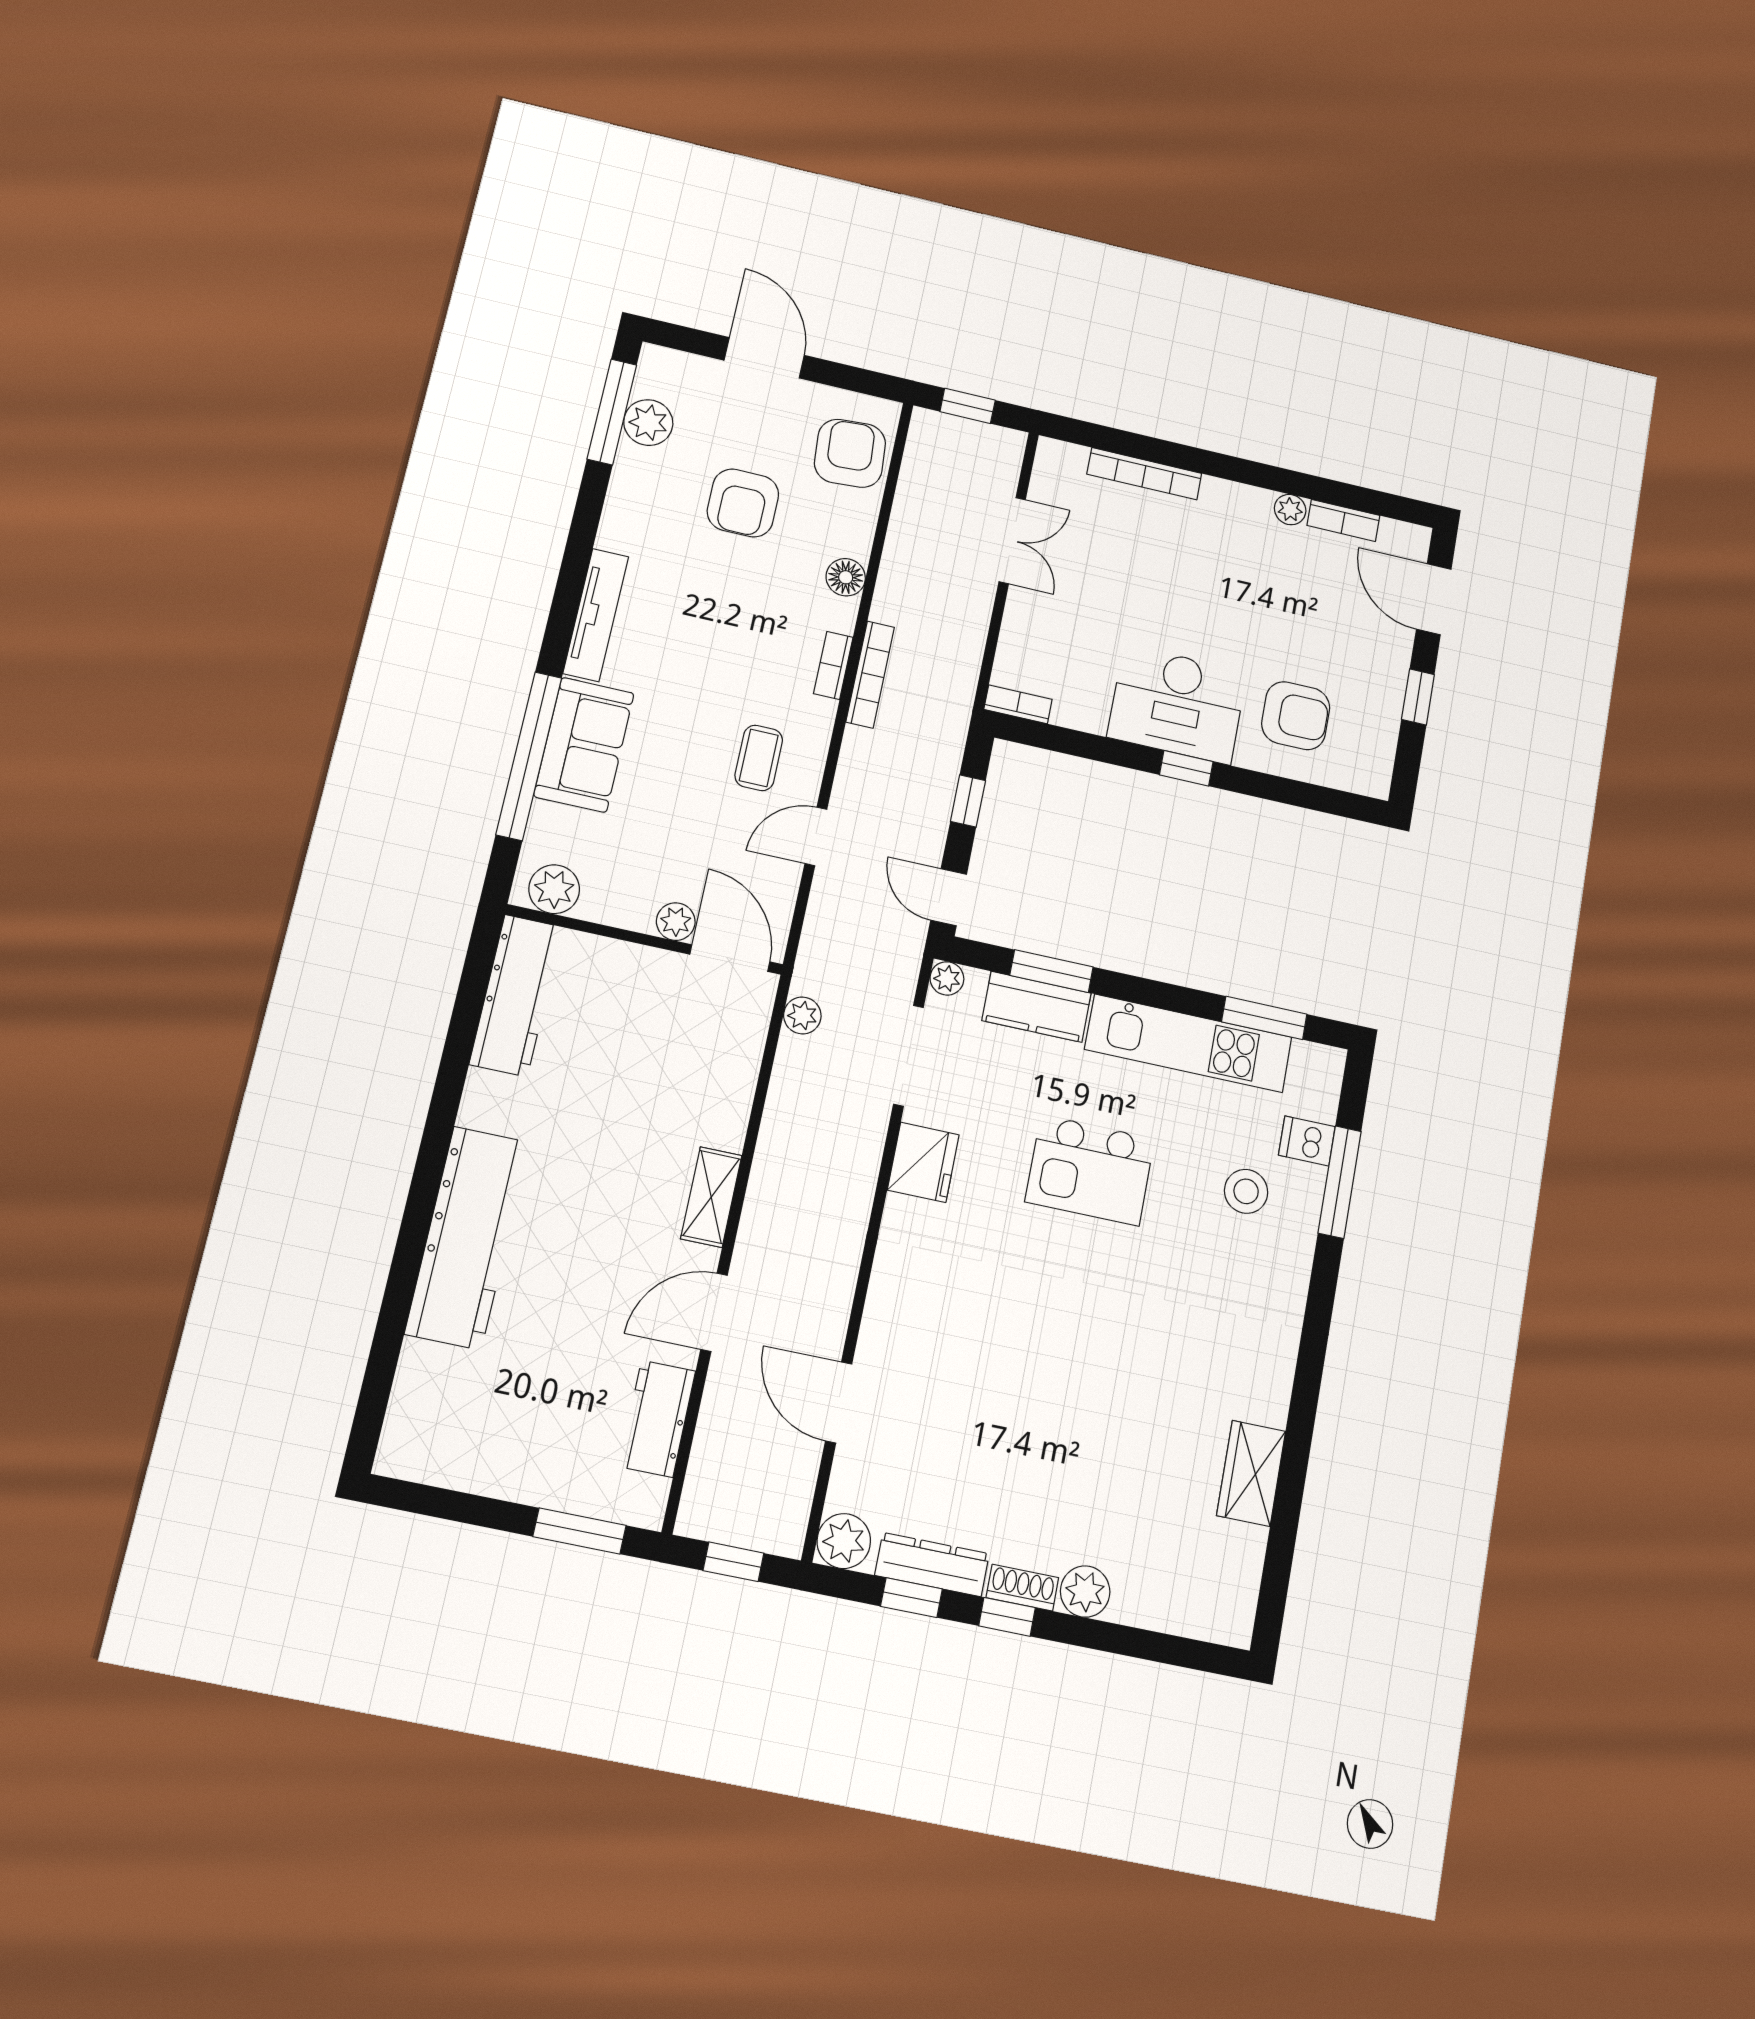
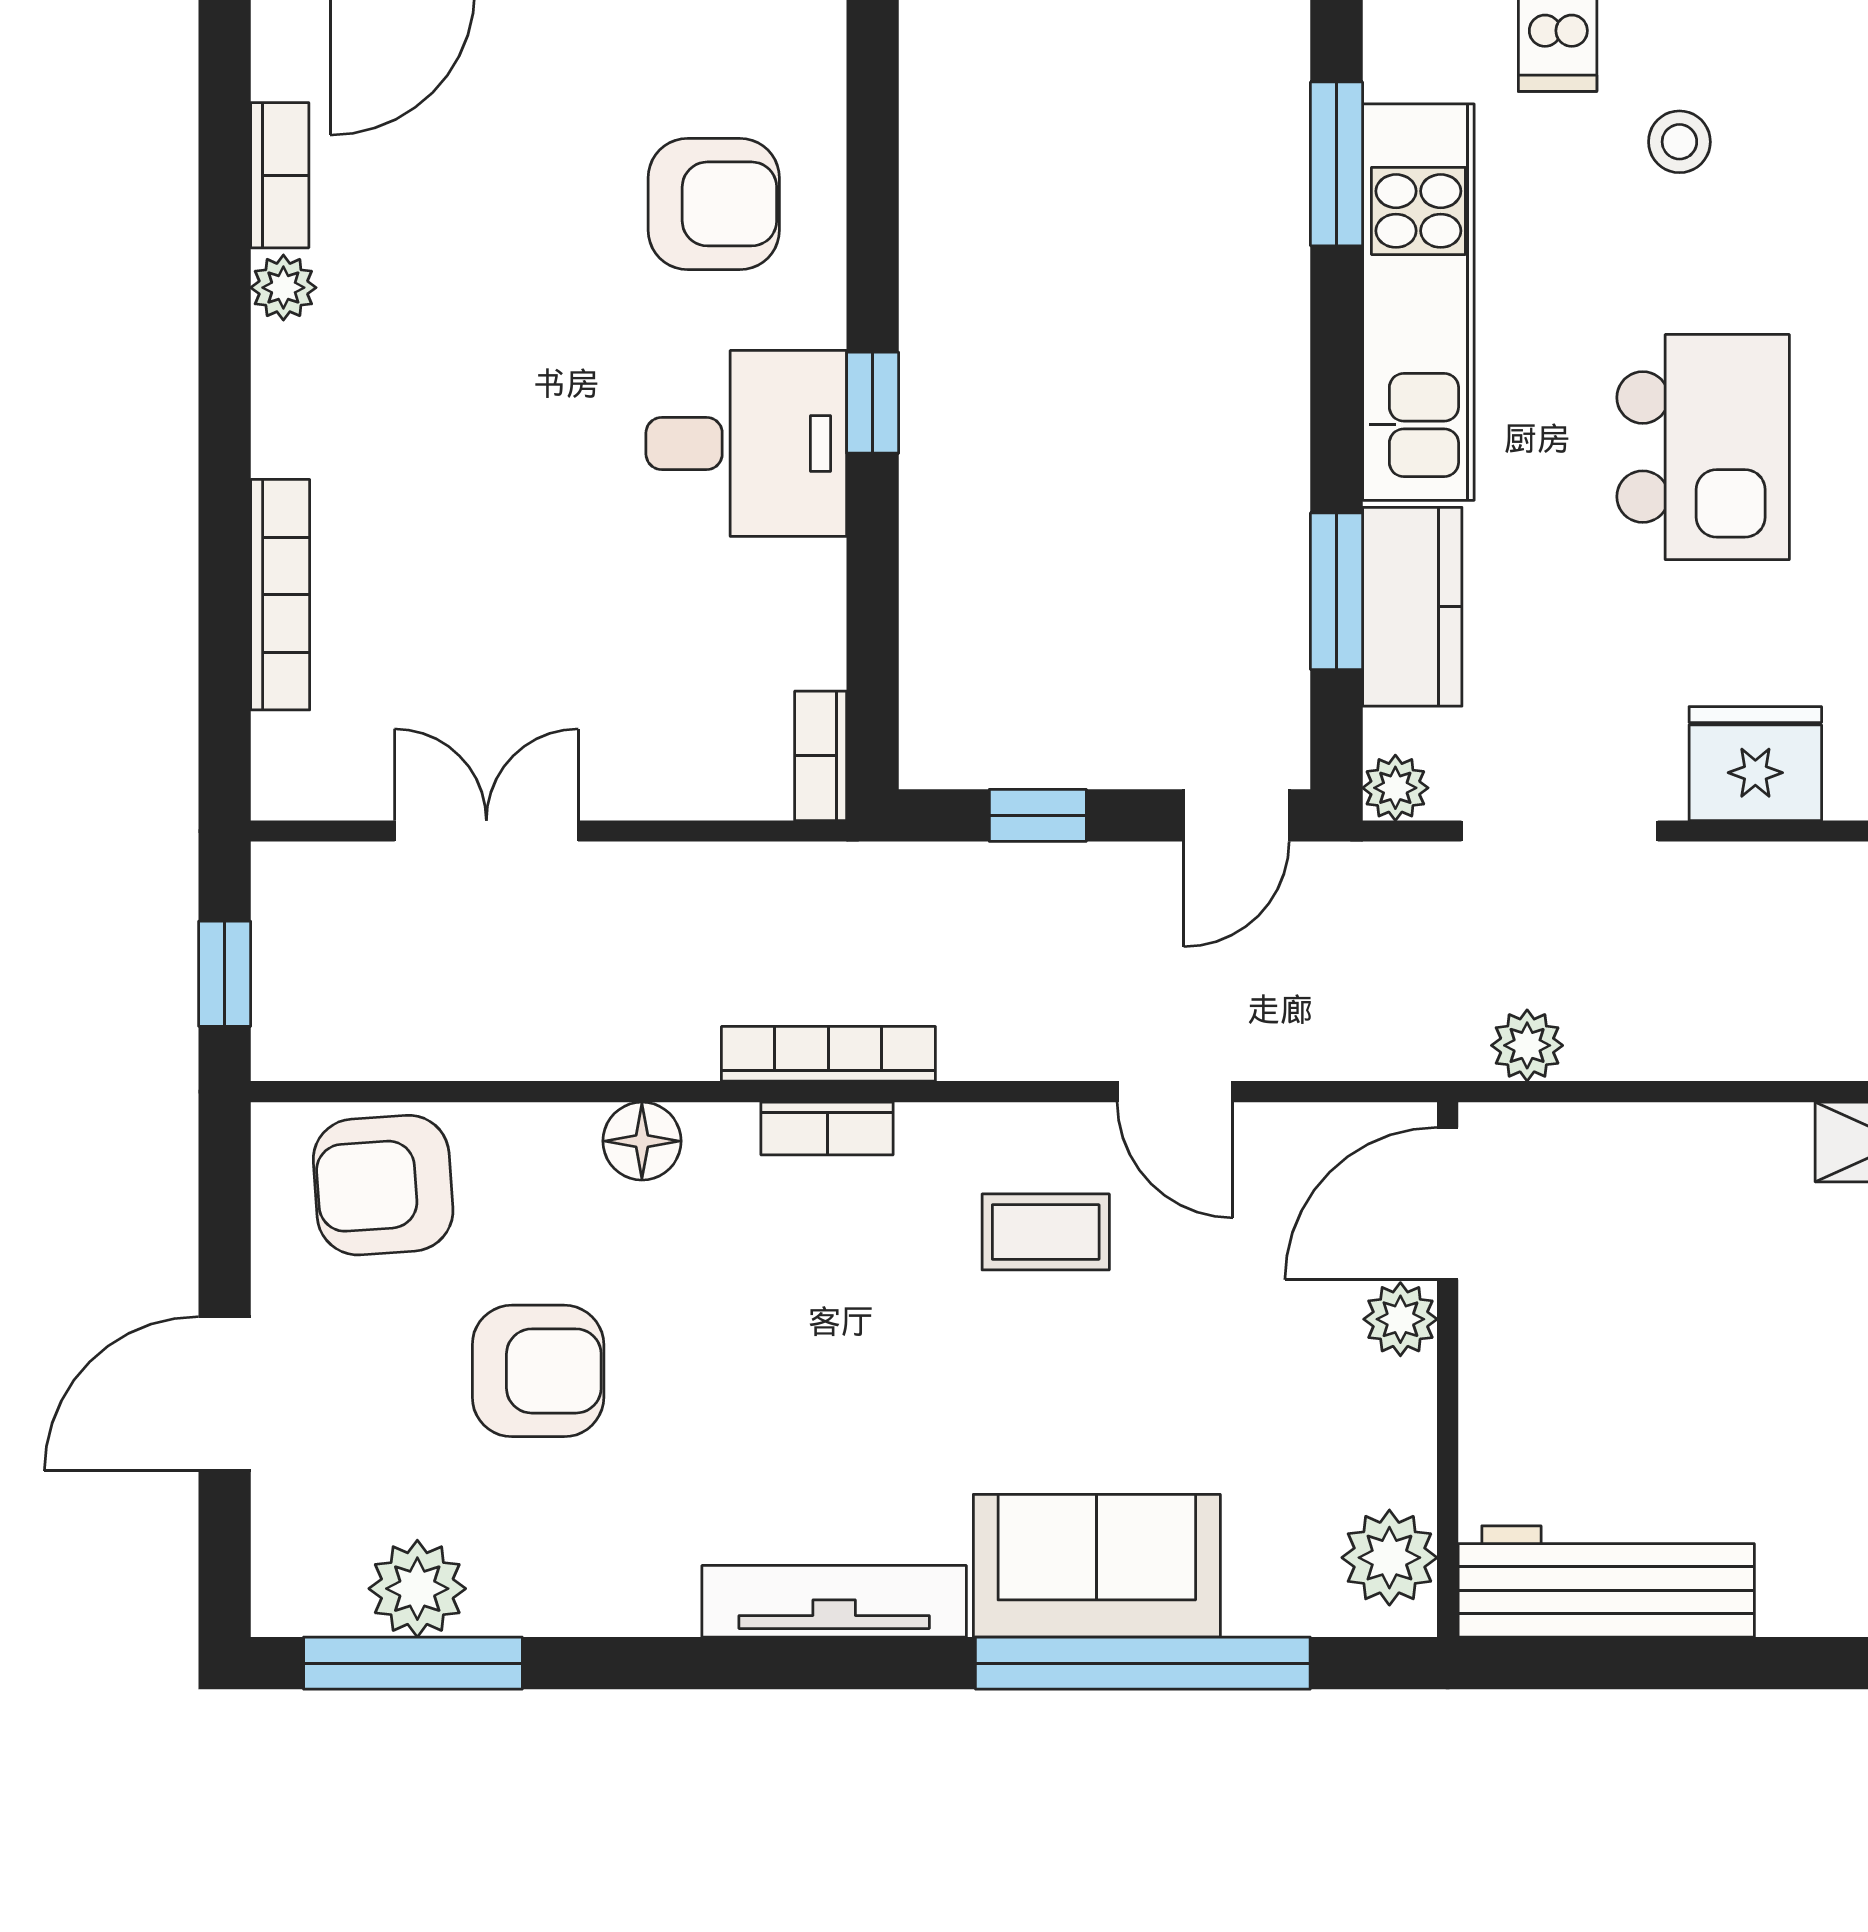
desk: (1177, 704) -> (746, 443), width x0.73
armchair: (1296, 716) -> (714, 204), turned 90
stool: (1246, 1191) -> (1679, 142), width x0.73, depth x0.73

